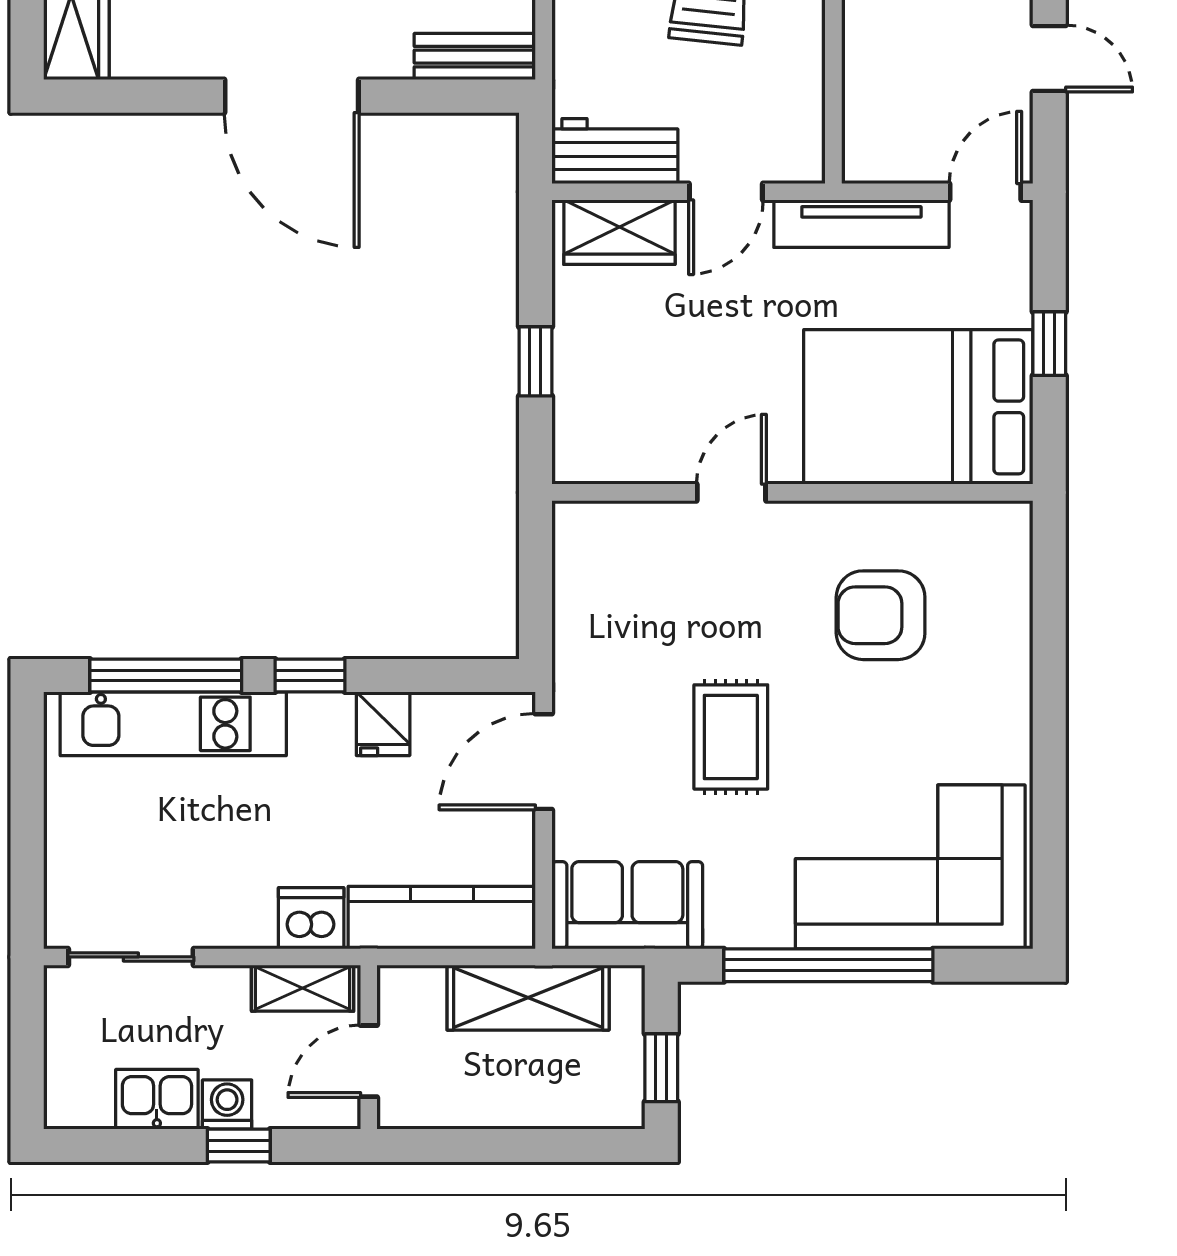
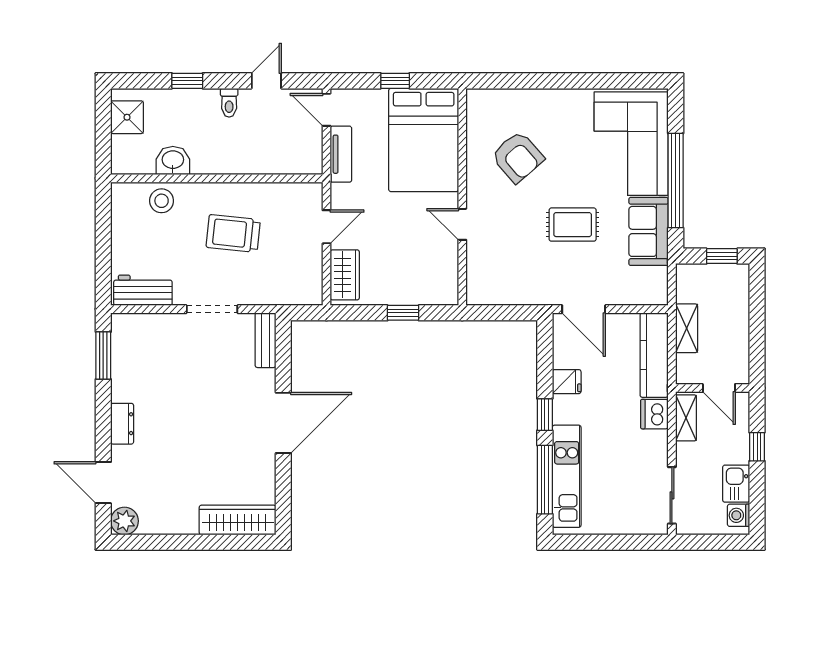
workbench: (615, 151) -> (308, 277), removed
door: (726, 192) -> (327, 227), hinge flipped
tv unit: (861, 224) -> (341, 154), width x0.71
armchair: (881, 615) -> (518, 157), turned -41
sofa: (627, 905) -> (649, 231), moved
shelving: (528, 998) -> (687, 328), width x0.67, depth x0.75
washing machine: (227, 1105) -> (739, 515), moved

